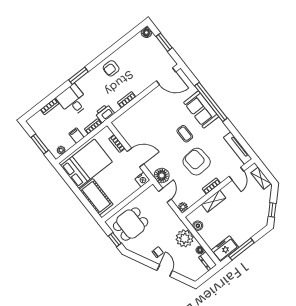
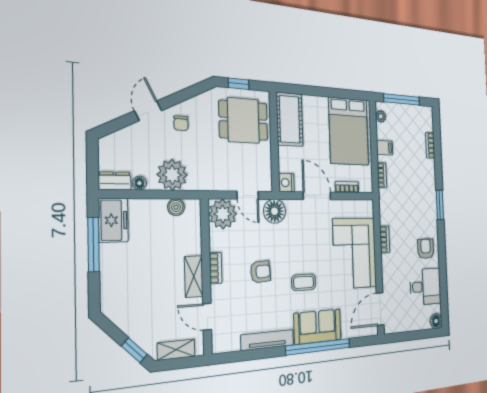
window: (164, 42) -> (415, 335), removed
desk: (73, 100) -> (425, 287), moved
printer: (105, 113) -> (387, 201), removed
corner sofa: (148, 114) -> (355, 253), added
window: (40, 144) -> (402, 99), width x1.44
tv unit: (238, 148) -> (267, 340), moved
door: (135, 158) -> (317, 196), swing flipped
armchair: (197, 162) -> (260, 272), width x0.53, depth x0.53
cot: (96, 197) -> (290, 119), moved, turned 90
shelving: (214, 201) -> (194, 276), moved
plant: (183, 207) -> (223, 214), width x1.87, depth x1.87
window: (272, 210) -> (134, 350), moved
dining table: (131, 224) -> (243, 120), turned 90
door: (165, 271) -> (148, 111), swing flipped

